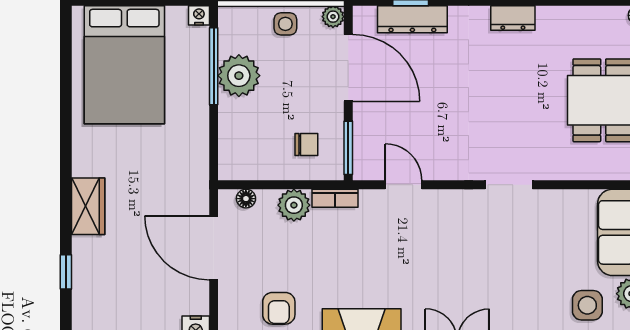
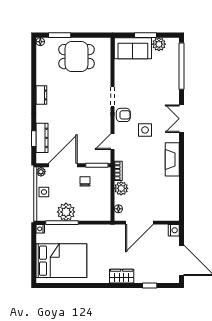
chair: (306, 145) -> (85, 181), moved
side table: (587, 305) -> (145, 130), moved
armchair: (279, 308) -> (123, 115), moved

